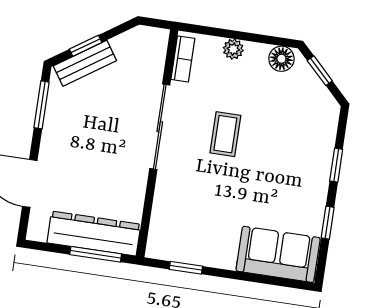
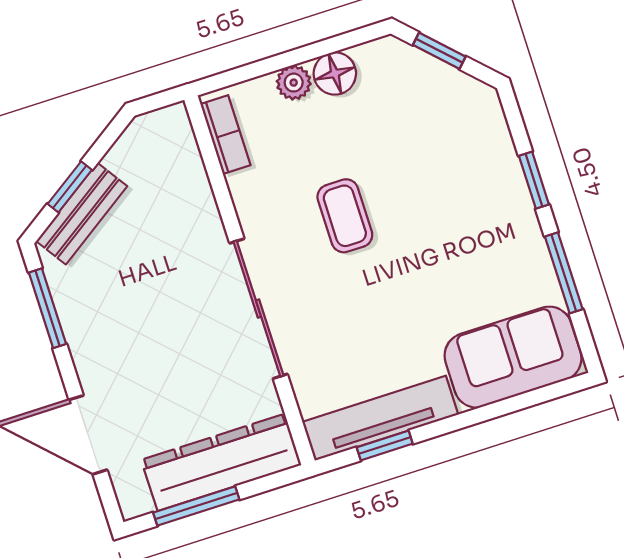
floor lamp: (281, 59) -> (335, 74), moved
sliding door: (160, 127) -> (259, 309), moved
window: (328, 223) -> (564, 273), width x1.50
tv unit: (191, 252) -> (380, 418), added
window: (96, 254) -> (196, 506), moved

